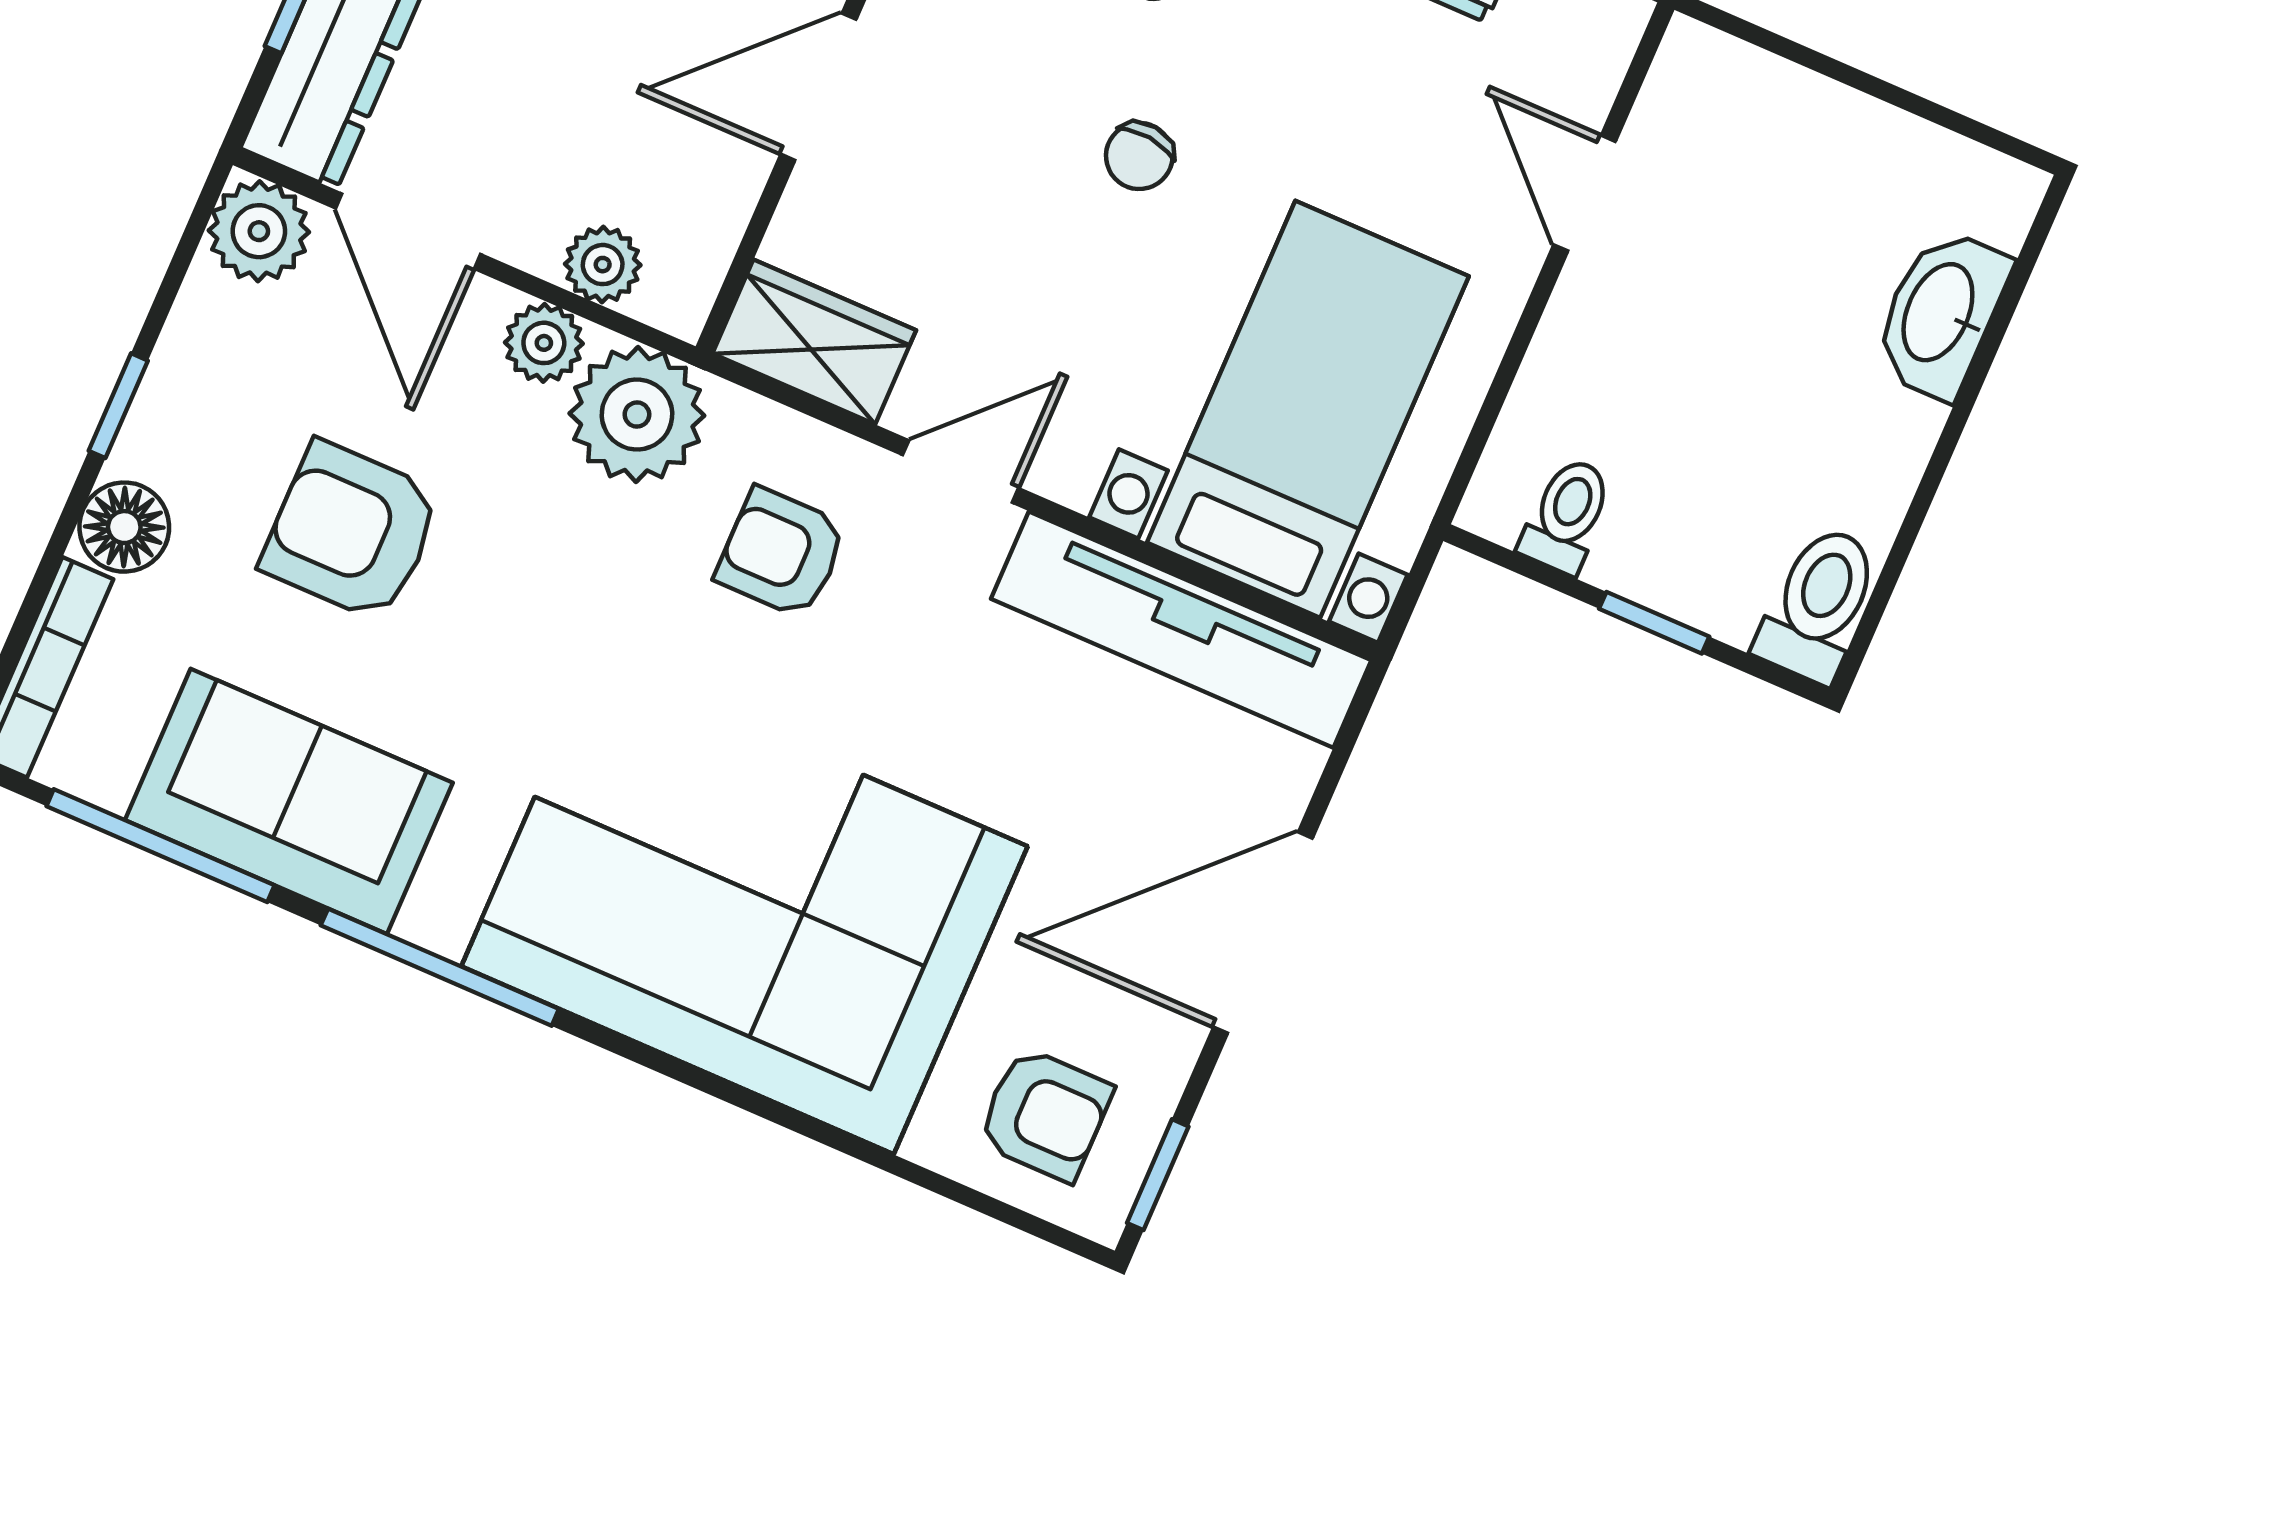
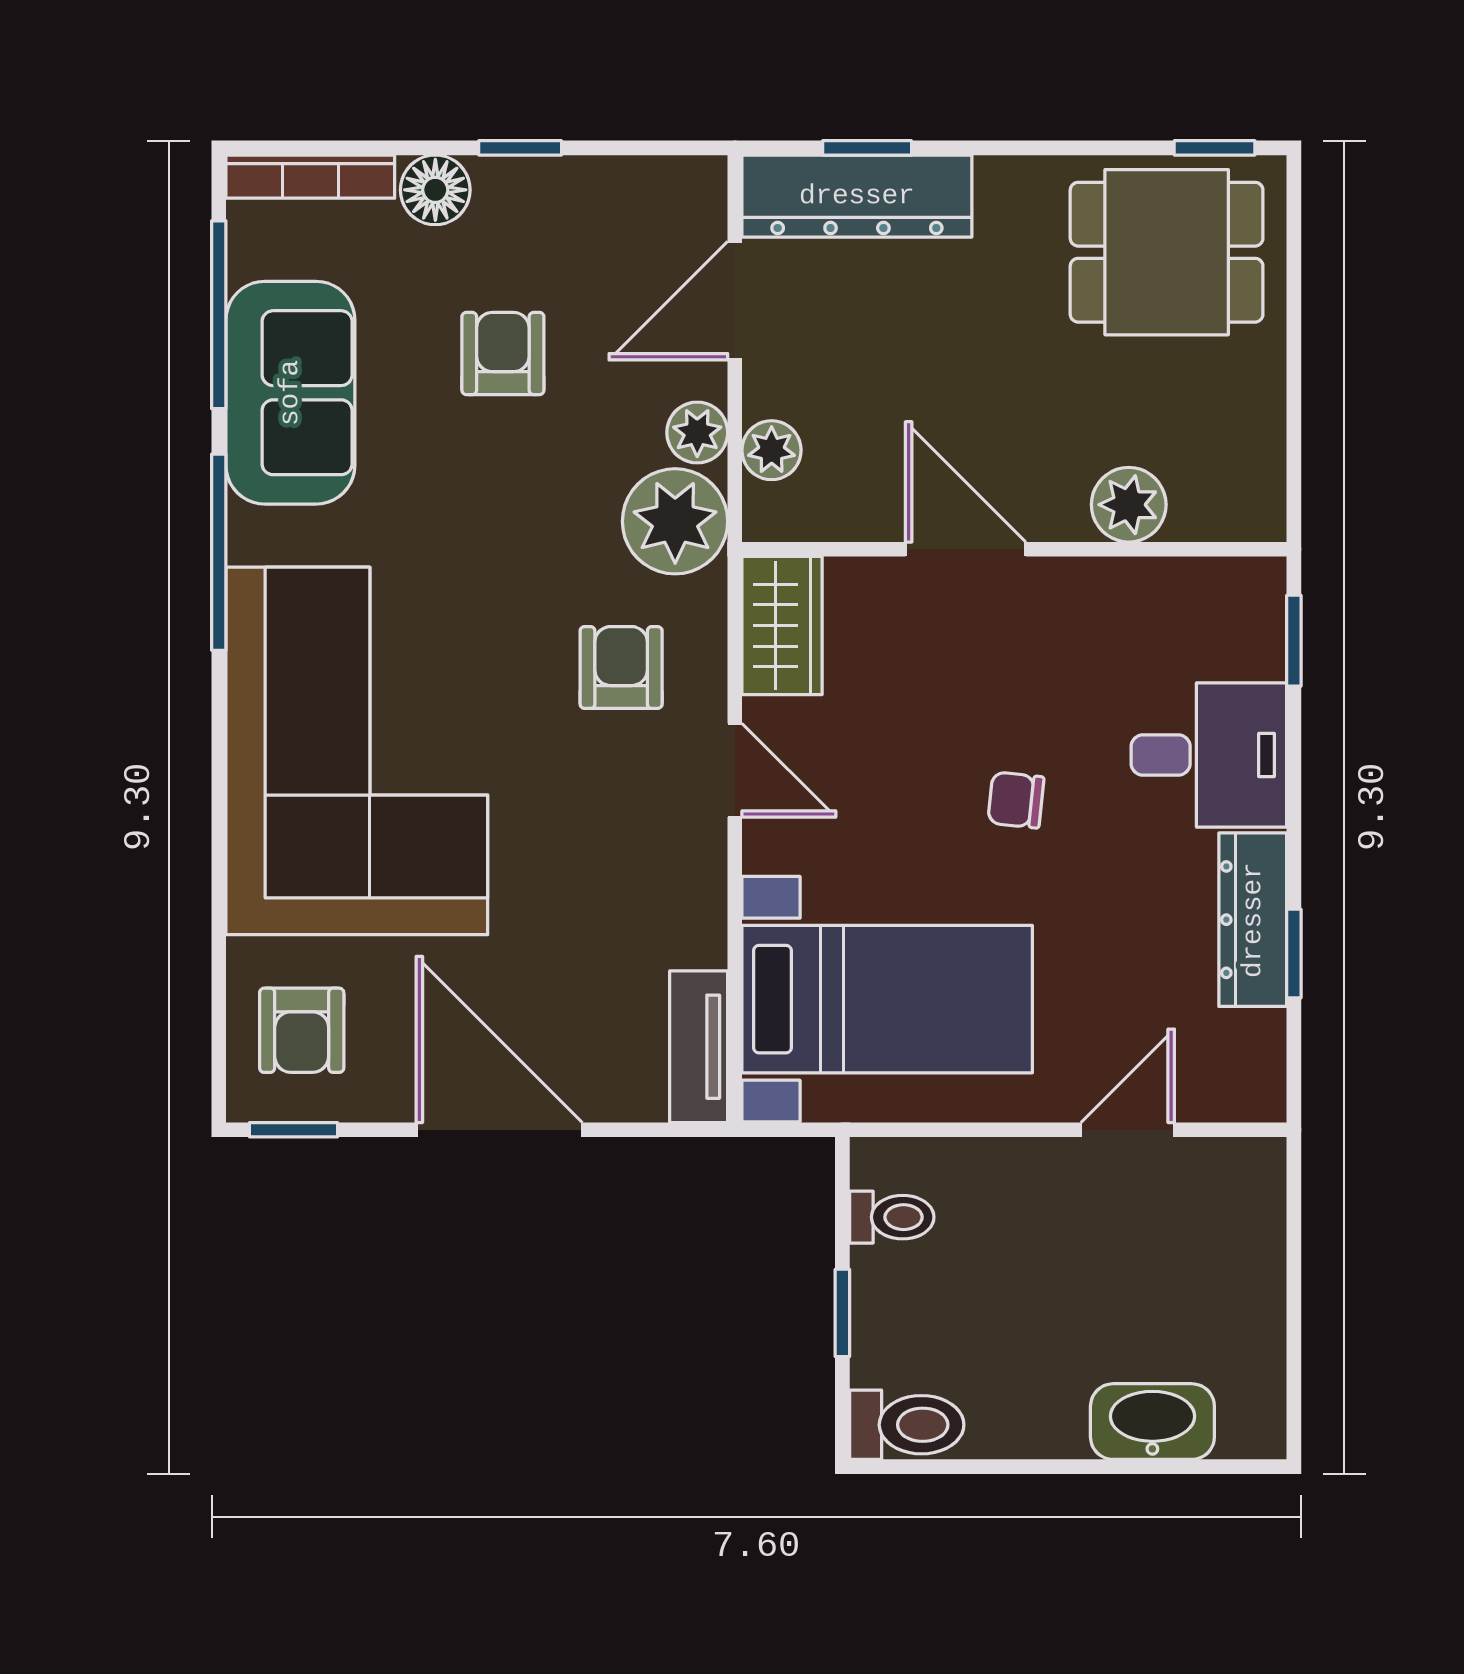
plant: (259, 231) -> (689, 194), removed
armchair: (351, 531) -> (503, 353), width x0.72, depth x0.72
tv unit: (1181, 630) -> (699, 1047), width x0.52, depth x0.78

